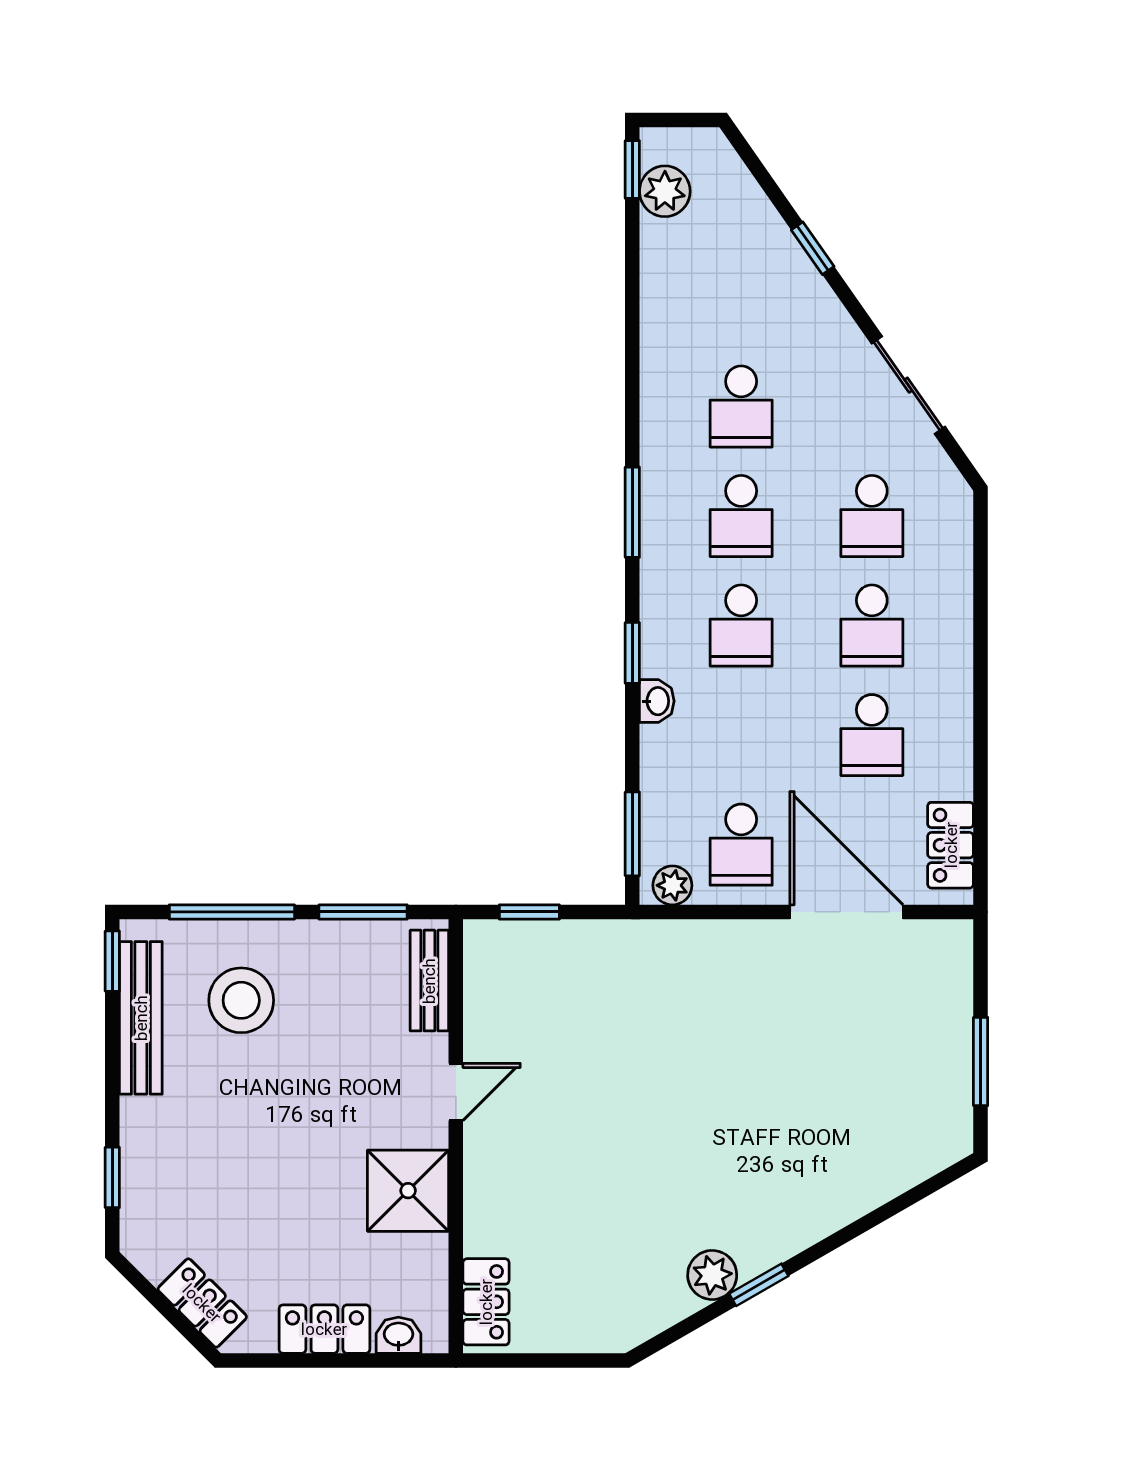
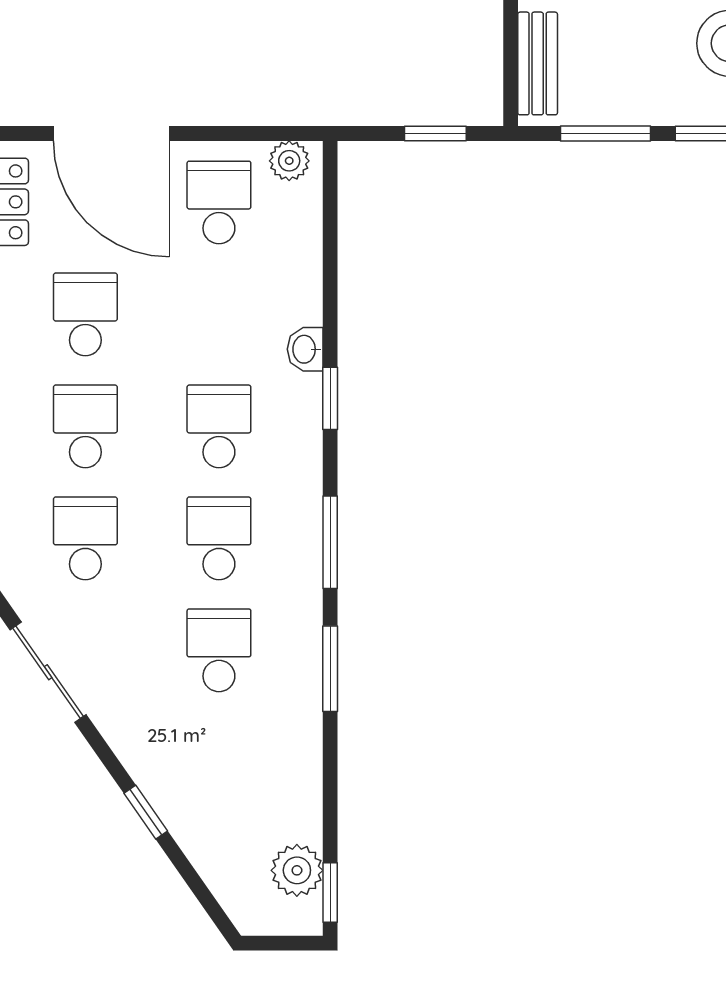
window: (632, 834) -> (330, 669), moved

